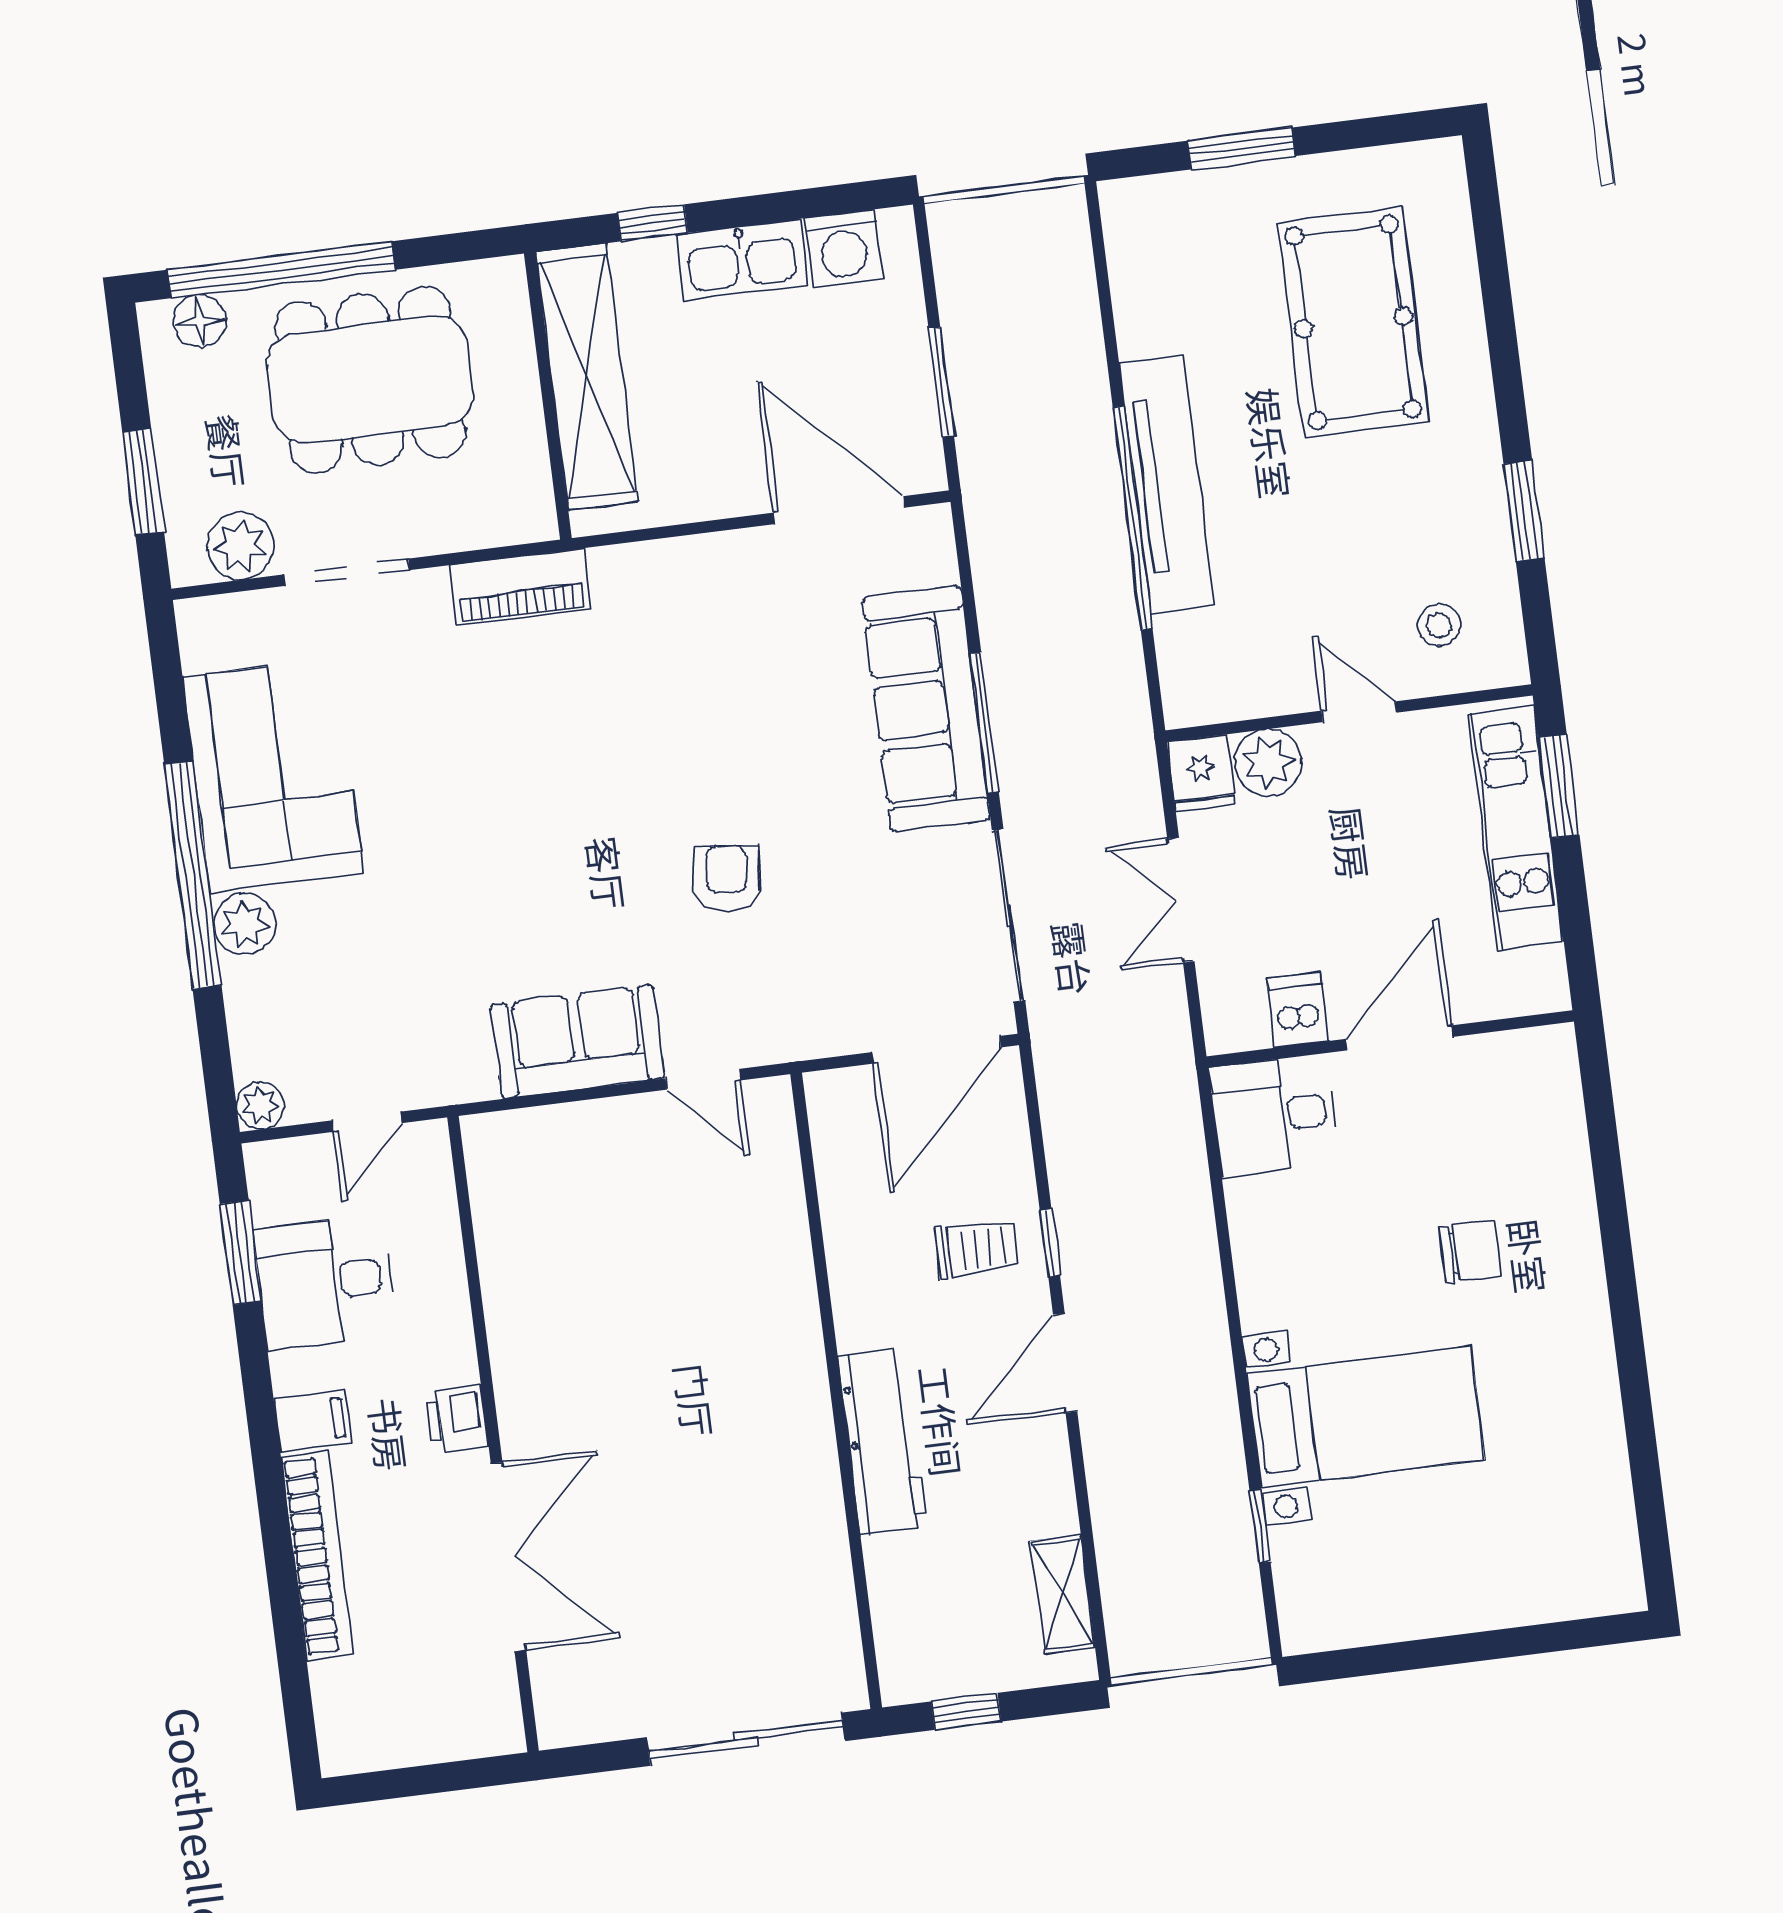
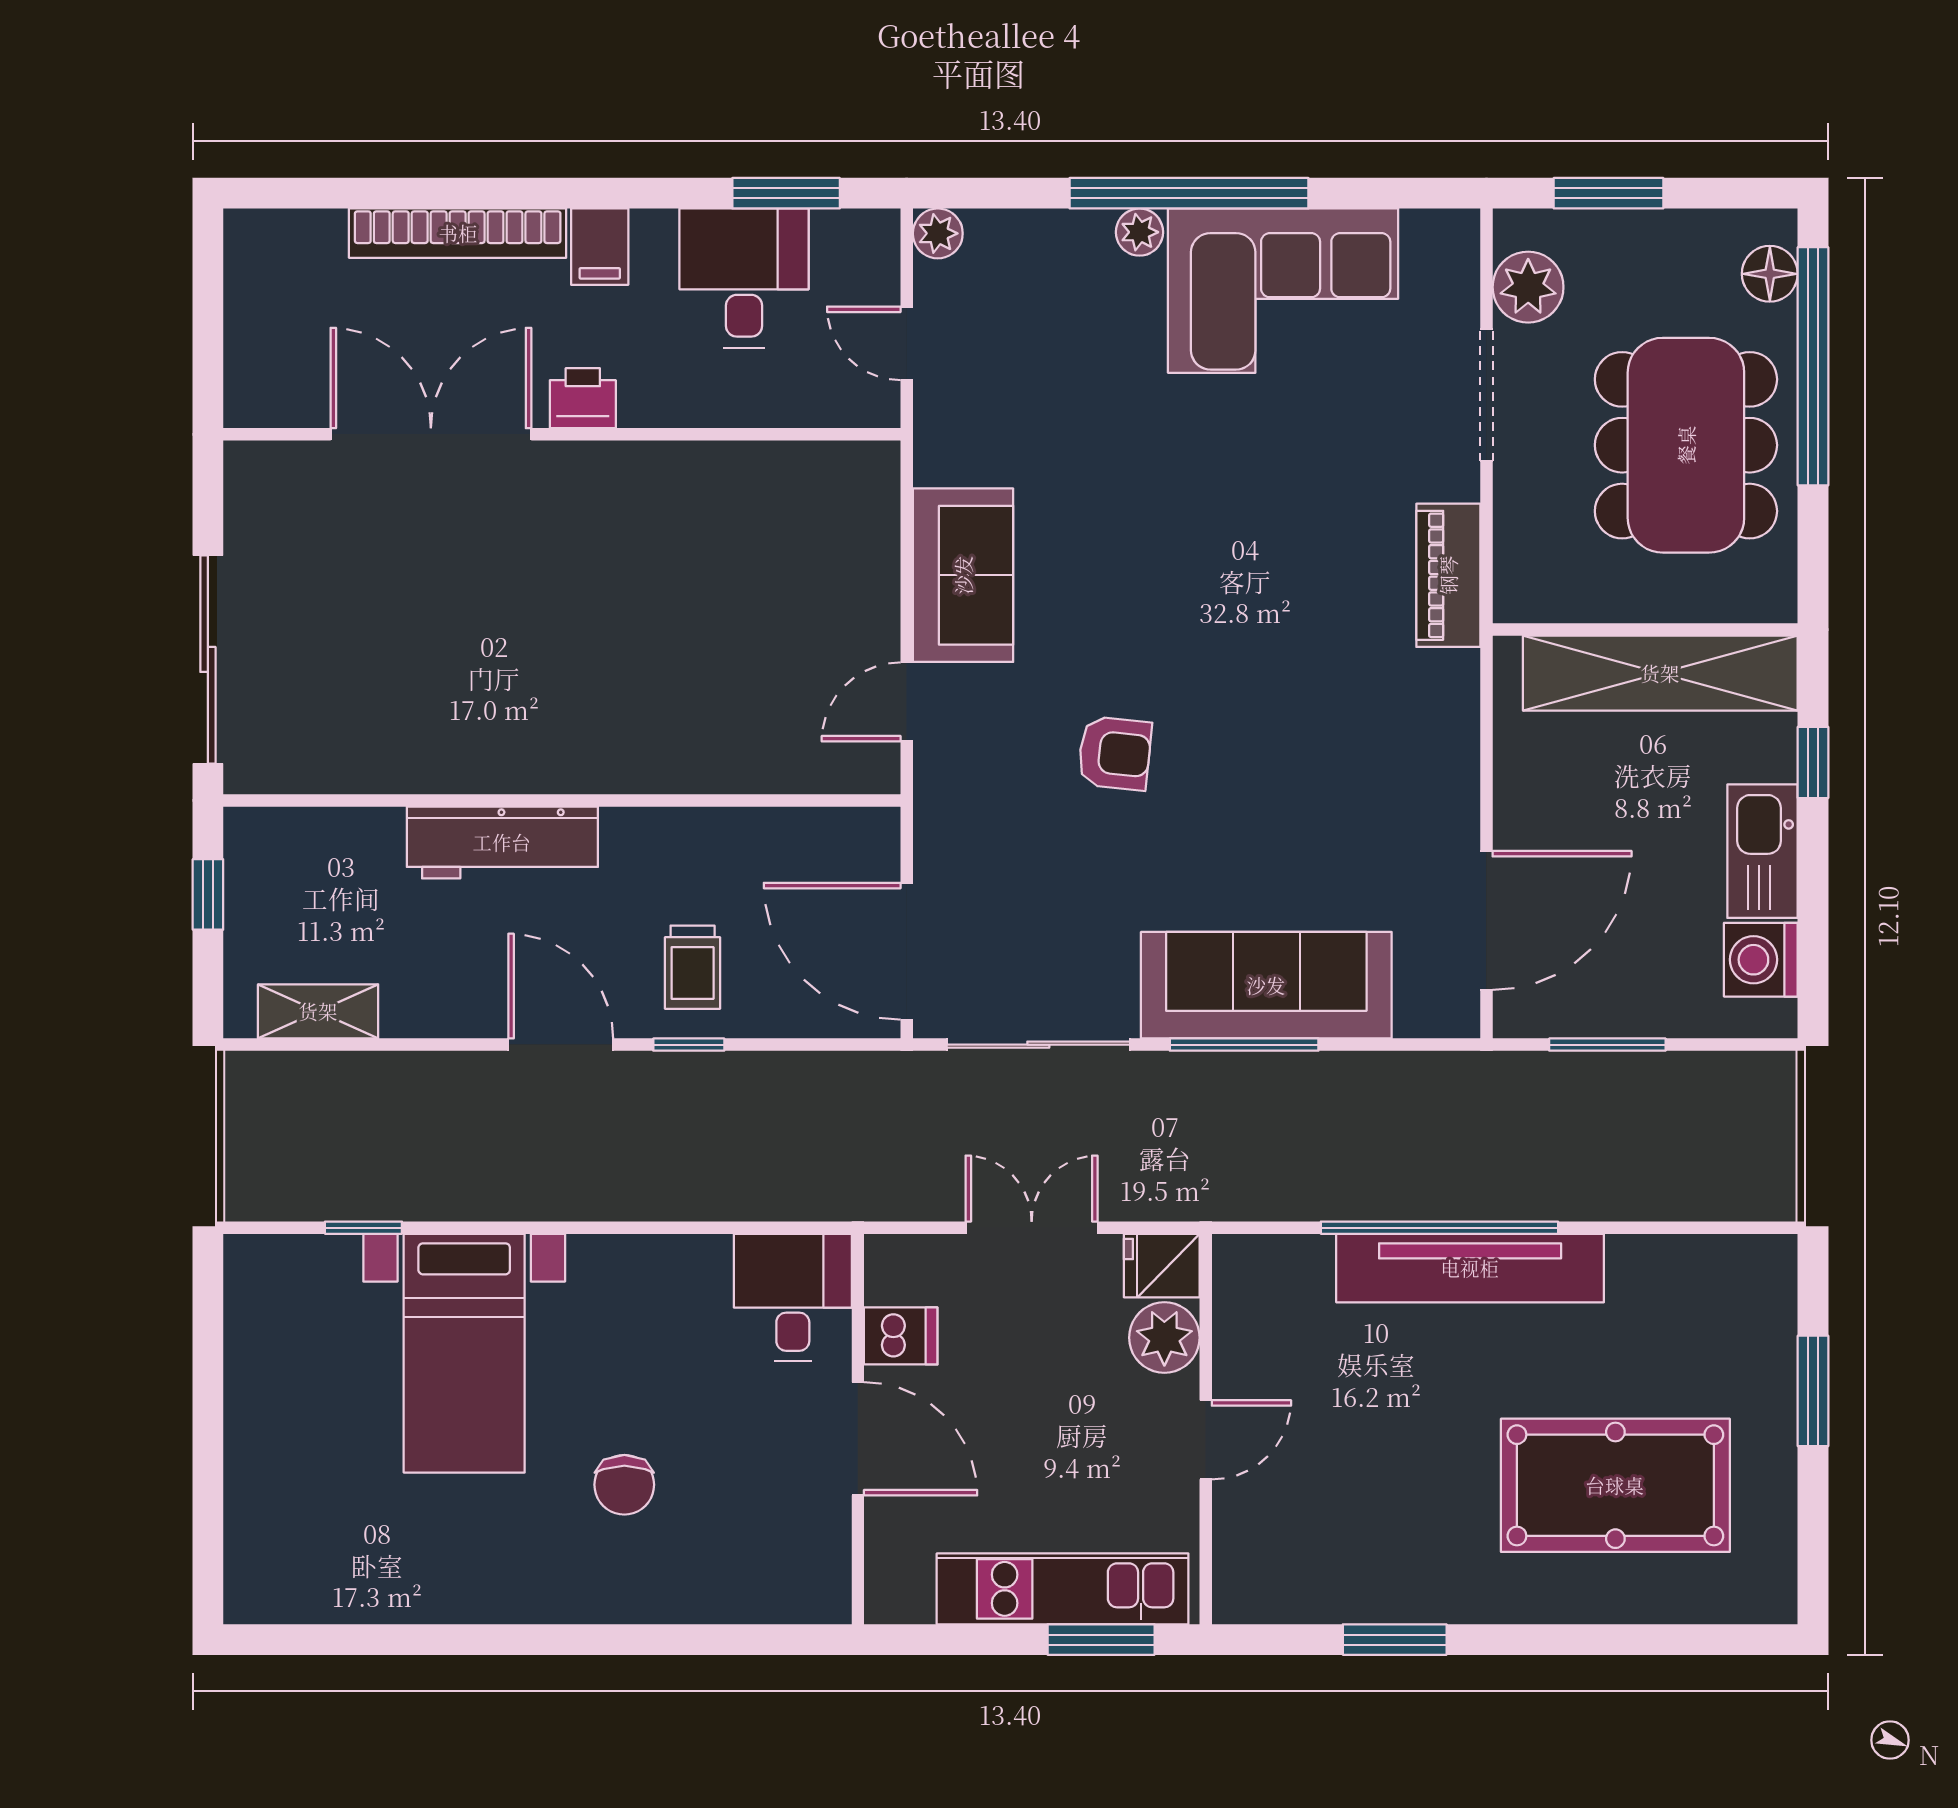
stool: (1439, 625) -> (1286, 1535), removed
plant: (244, 924) -> (1139, 232), width x0.73, depth x0.73
double door: (509, 1557) -> (431, 434), swing flipped

